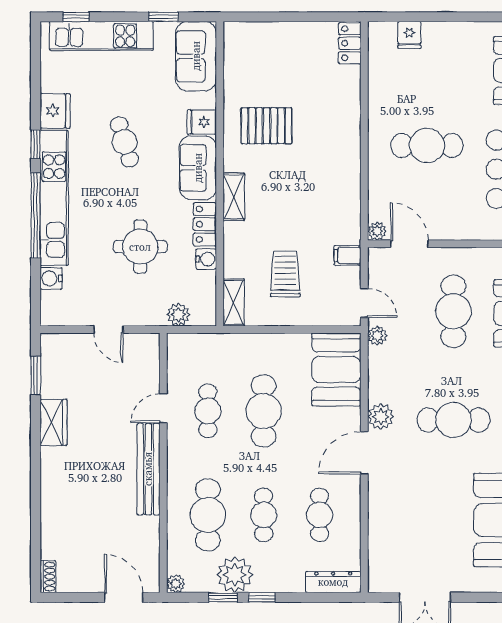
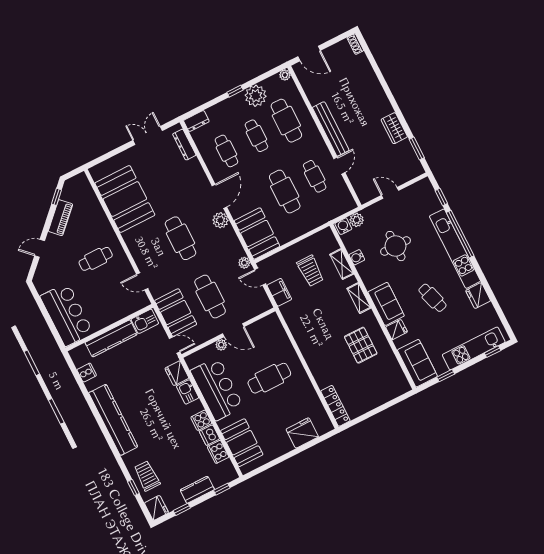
fridge: (409, 35) -> (302, 433), width x1.88, depth x1.34
locker: (350, 43) -> (335, 406), width x1.53
pallet: (267, 126) -> (361, 345), turned 90
window: (36, 144) -> (441, 197), moved
locker: (205, 224) -> (367, 276), removed
plant: (377, 231) -> (221, 345), moved
door: (409, 244) -> (233, 330), moved
filing cabinet: (347, 255) -> (279, 292), width x2.00
water cooler: (51, 278) -> (343, 226), moved, turned -90
shelving: (234, 303) -> (342, 264), moved
cafe table: (453, 420) -> (181, 238), turned 90
dresser: (377, 556) -> (184, 145), added
dresser: (333, 582) -> (196, 121), width x0.70
window: (223, 597) -> (256, 80), removed

